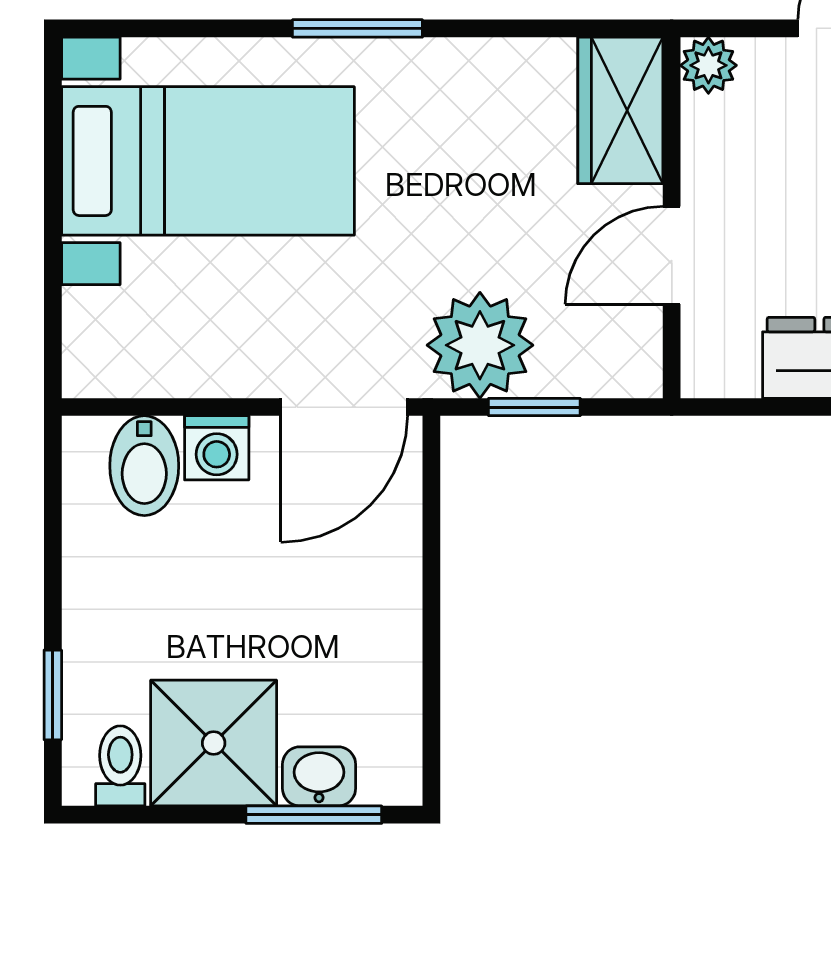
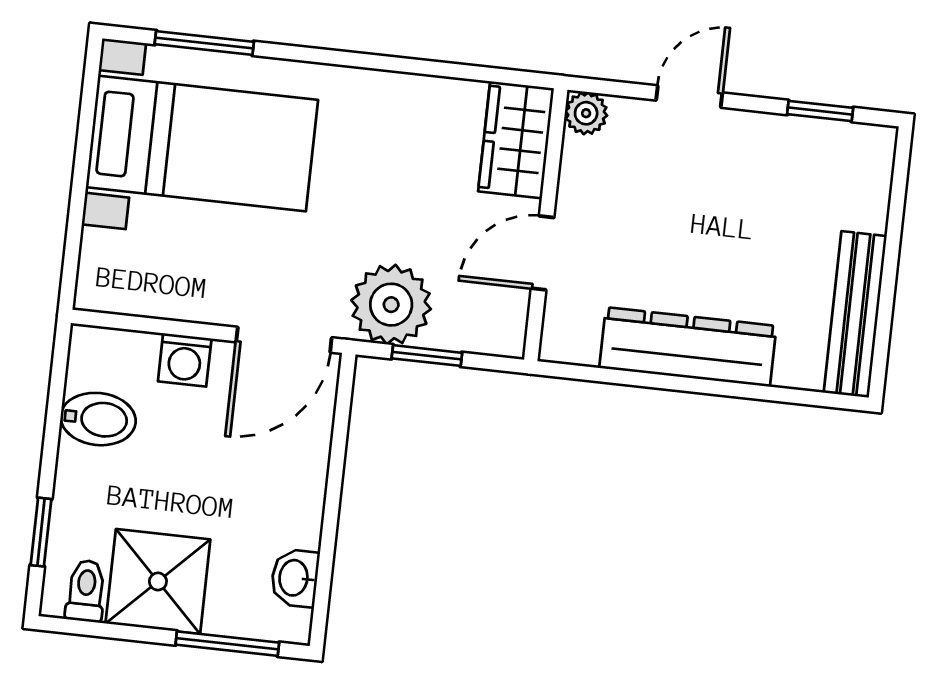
window: (357, 28) -> (204, 43), moved
bidet: (144, 466) -> (98, 419), moved, turned -90
washbasin: (319, 776) -> (295, 578), moved, turned -90

